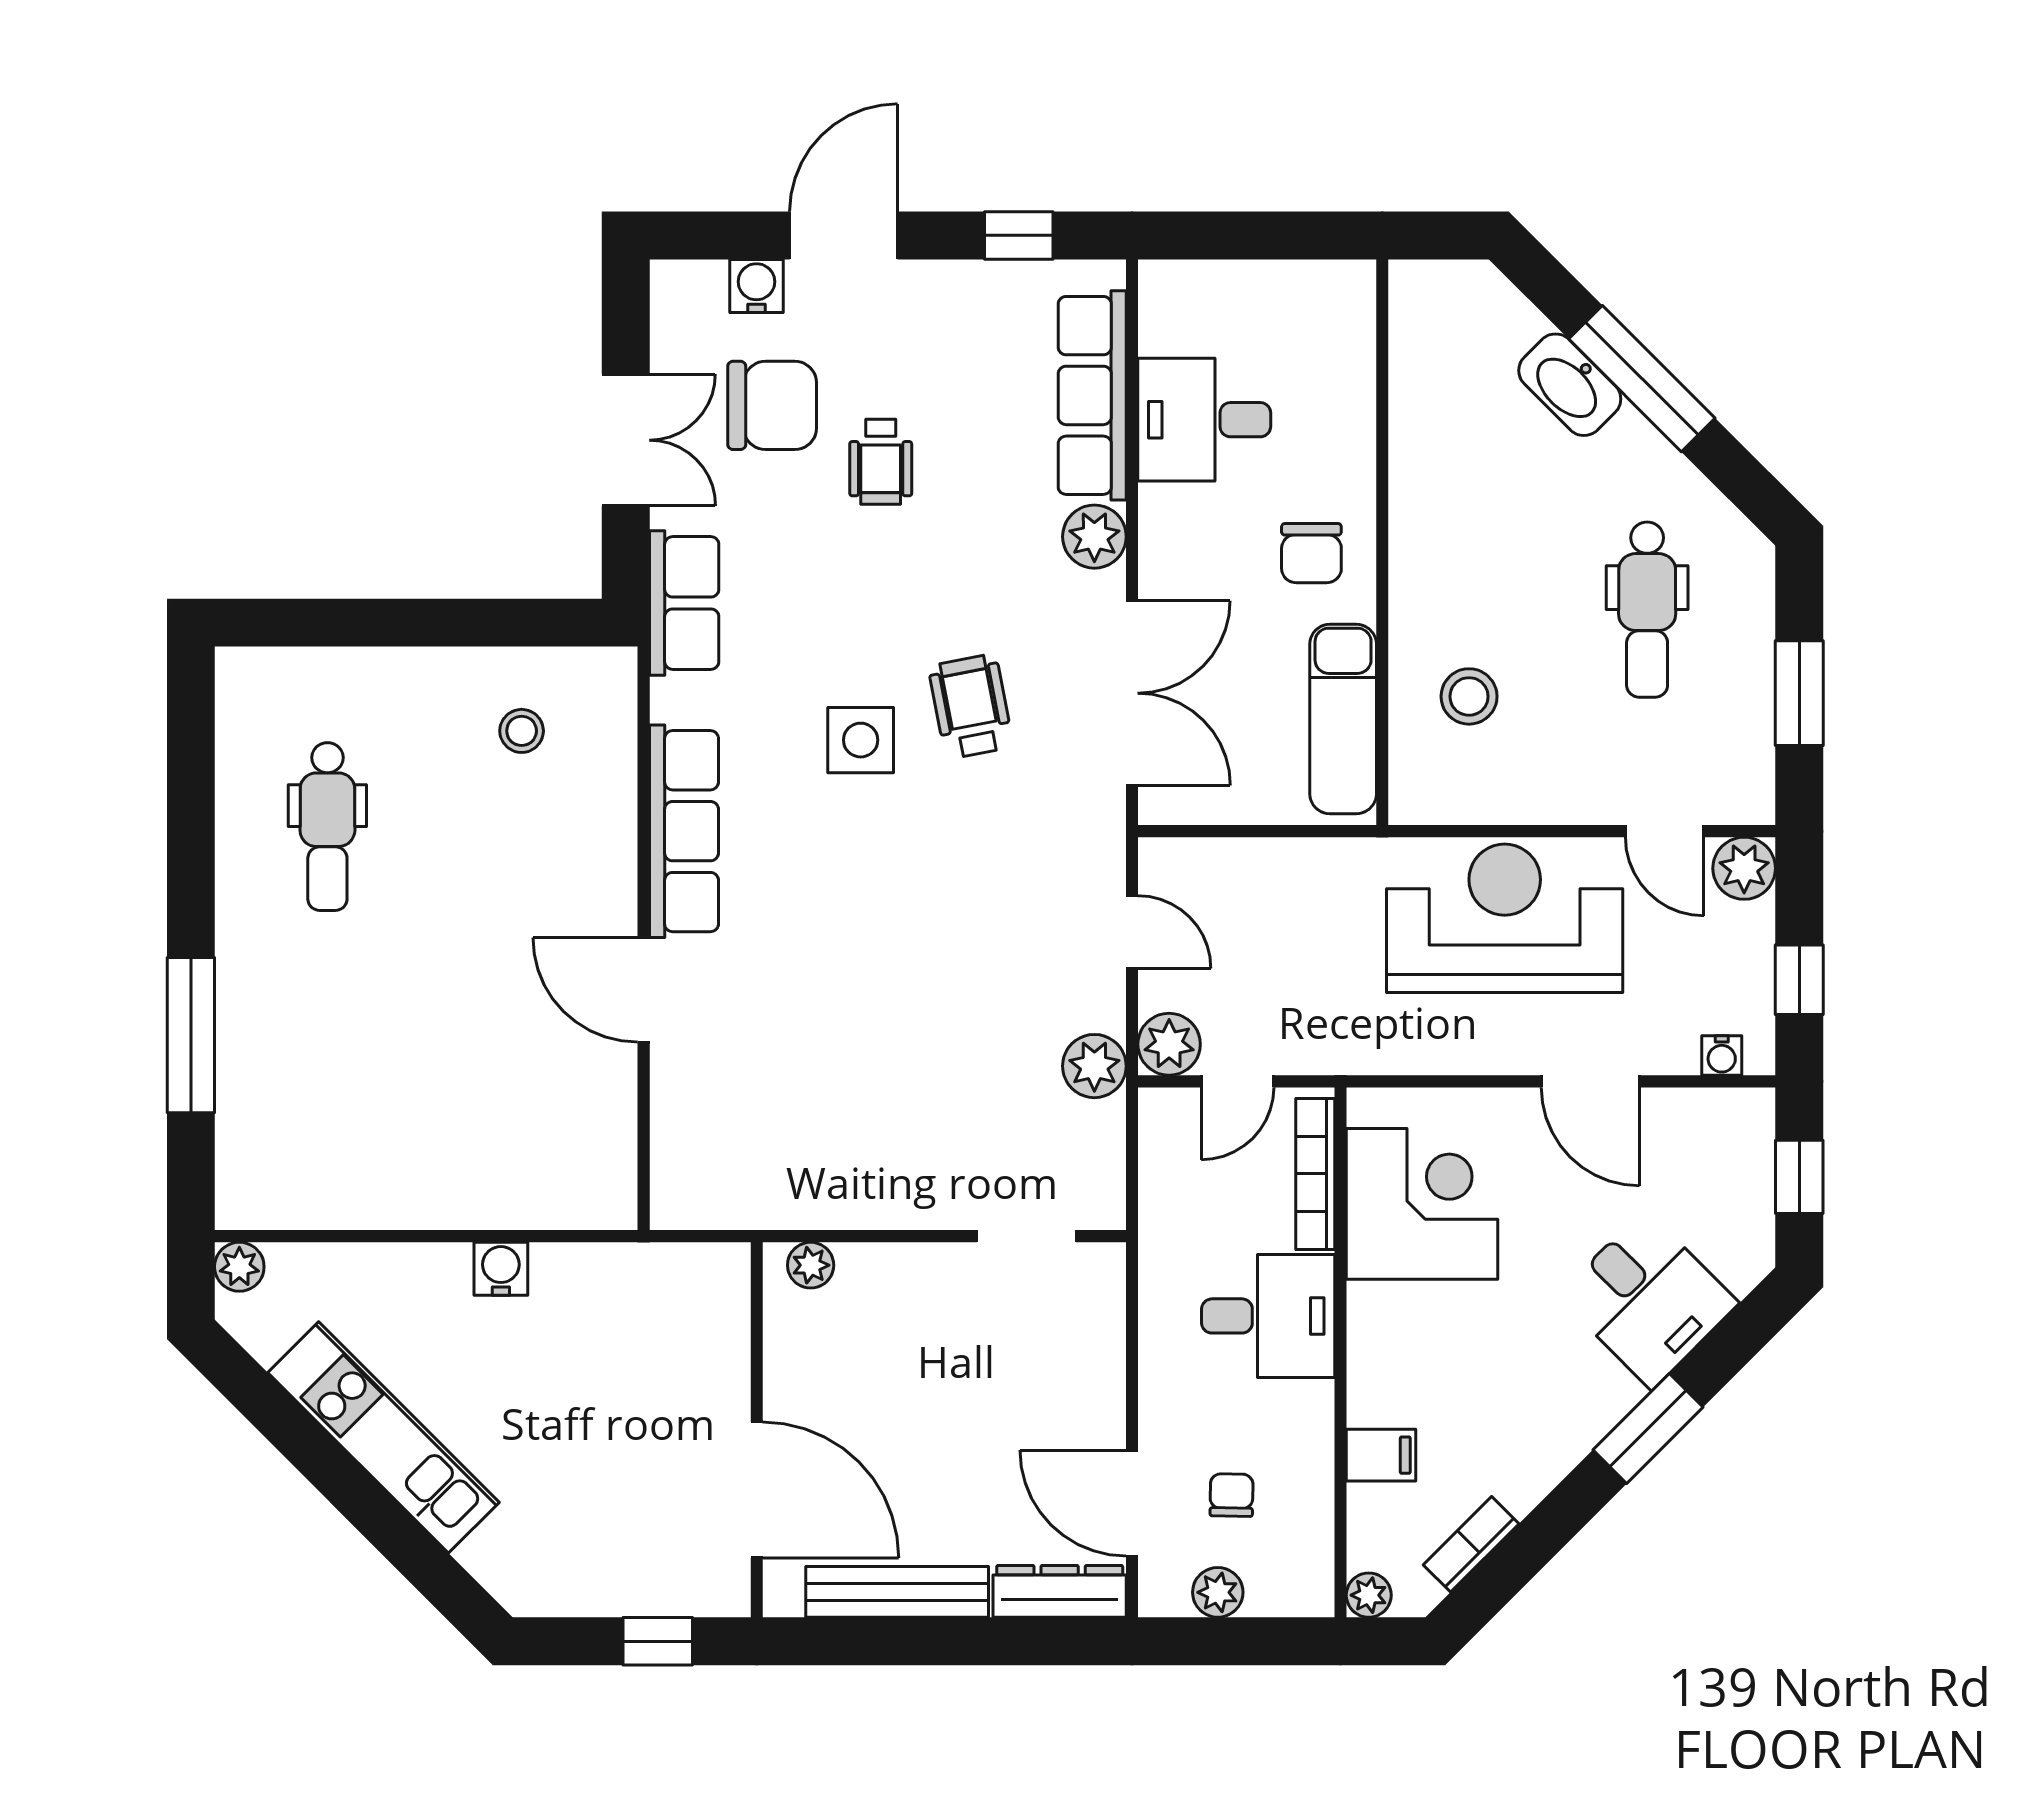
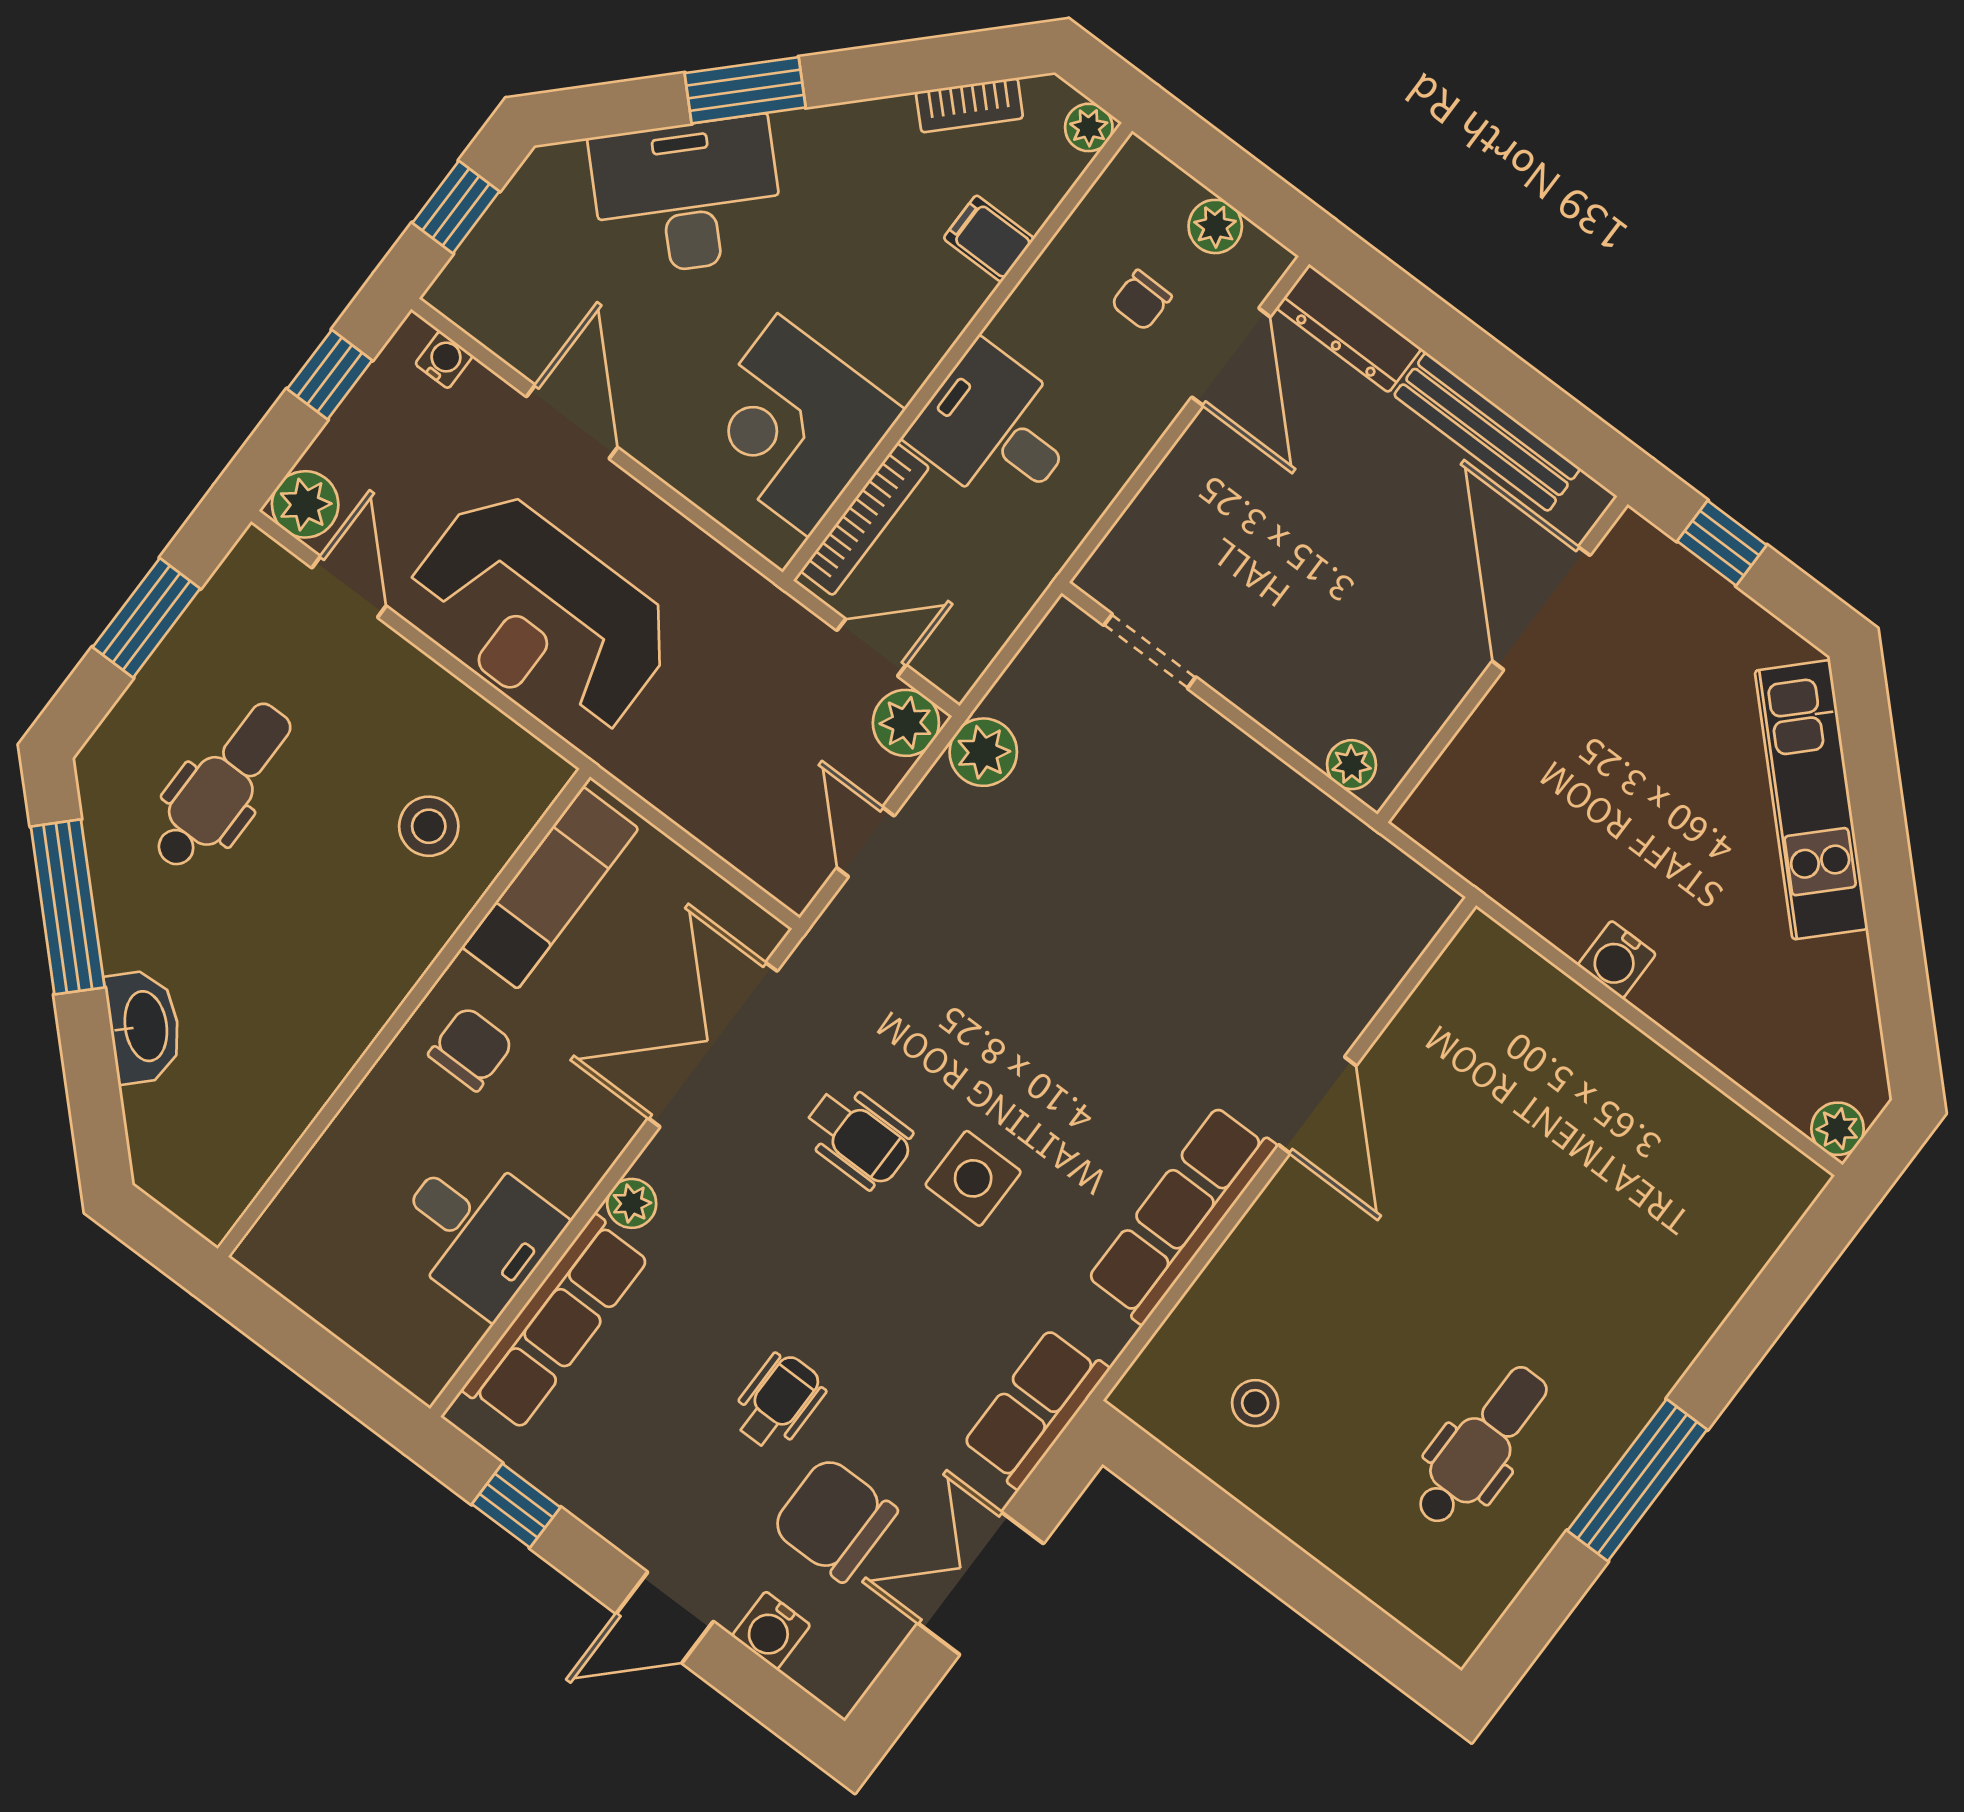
door: (844, 235) -> (665, 1618), width x0.73
window: (1642, 379) -> (68, 907), moved
plant: (1094, 537) -> (632, 1203), width x0.73, depth x0.73
wheelchair: (971, 706) -> (858, 1136), turned -79
window: (191, 1035) -> (1637, 1480), moved
desk: (1648, 1299) -> (687, 196), width x1.37
kitchen unit: (384, 1437) -> (1811, 800), moved

